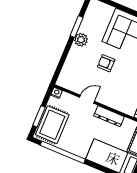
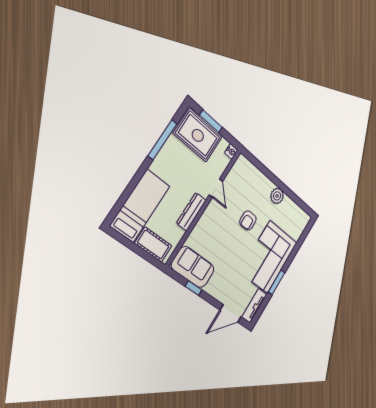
window: (77, 27) -> (290, 194), removed
armchair: (106, 63) -> (248, 220), turned 180
window: (63, 152) -> (162, 140), width x0.68

